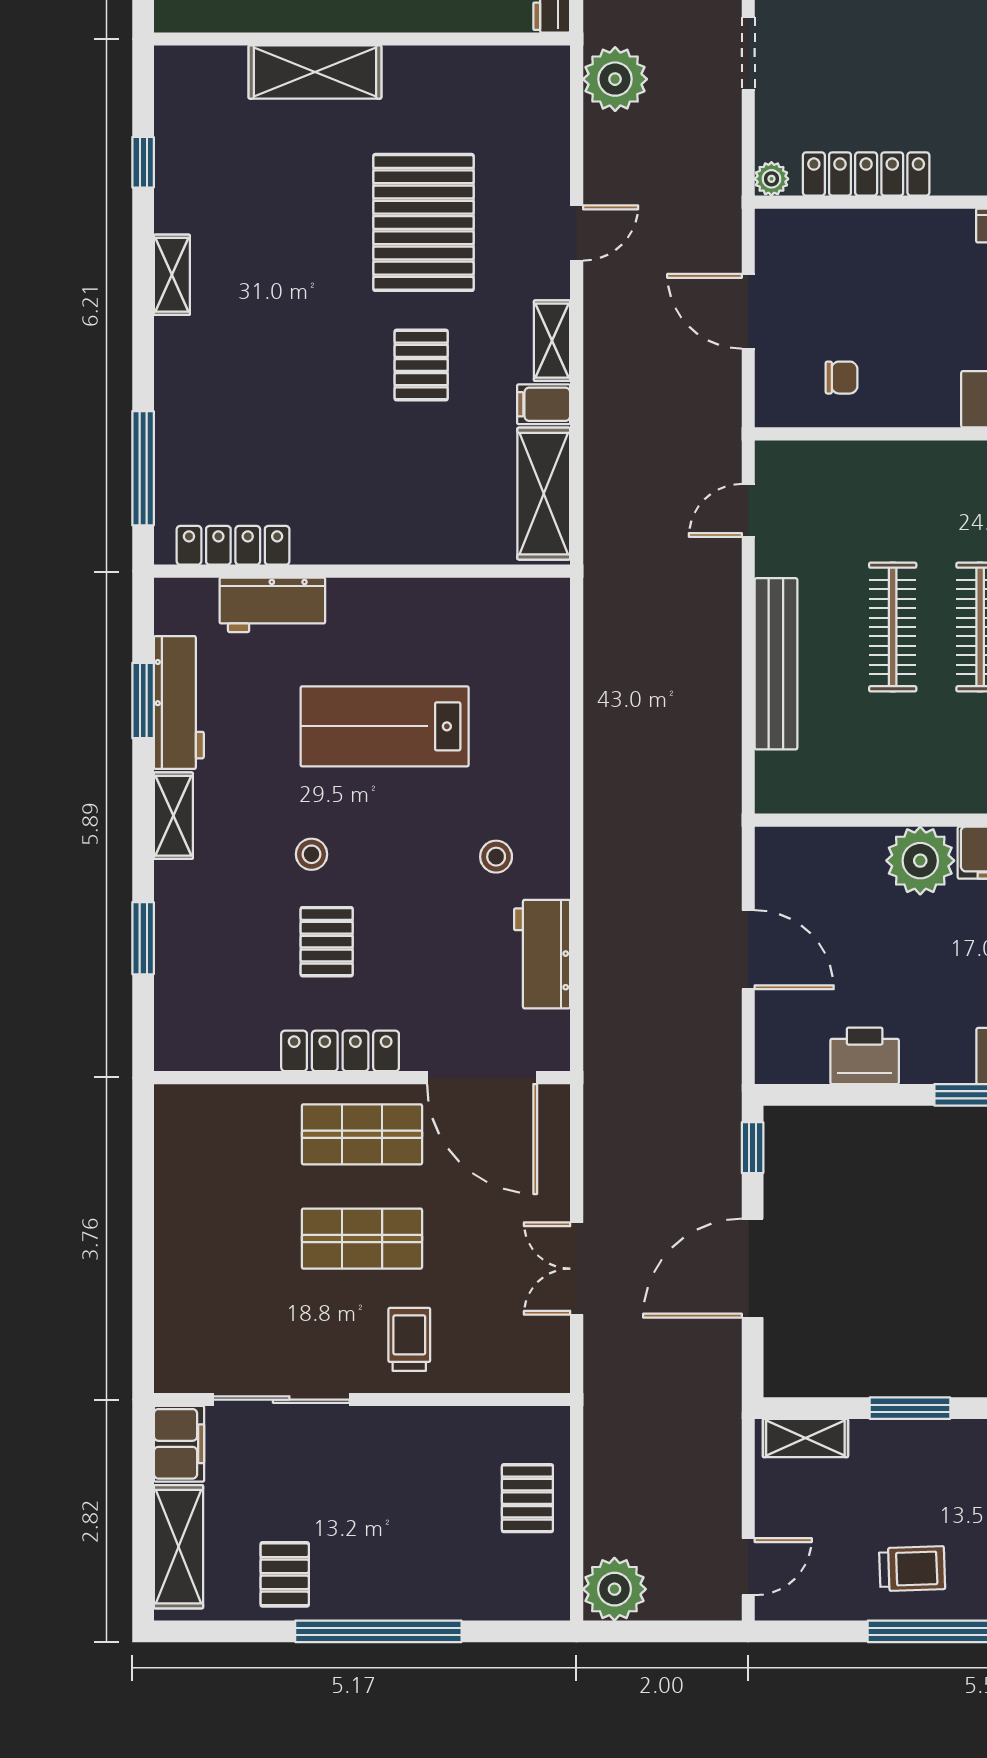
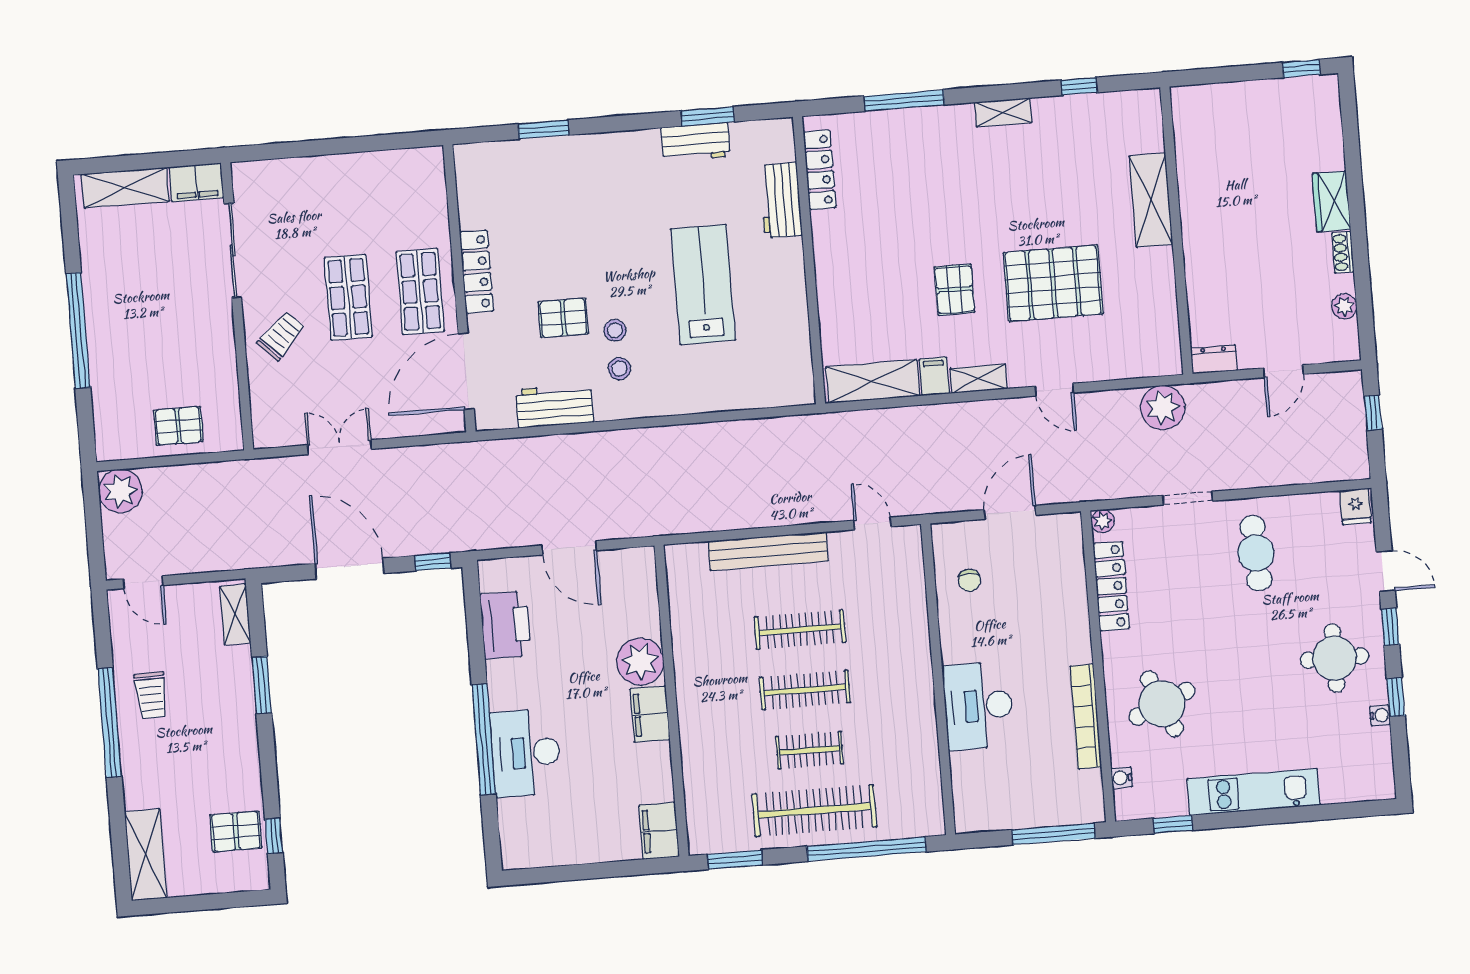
pallet: (421, 365) -> (955, 290), turned 90
window: (143, 468) -> (904, 100), moved
workbench: (179, 703) -> (696, 142), width x0.73
shelving: (173, 816) -> (630, 144), removed
stool: (312, 854) -> (615, 330), moved
pallet: (327, 942) -> (563, 318), moved
door: (748, 950) -> (569, 548), hinge flipped
printer: (865, 1056) -> (505, 625), width x1.37, depth x1.19
trolley: (409, 1339) -> (281, 336), turned -45
pallet: (285, 1574) -> (112, 263), removed

